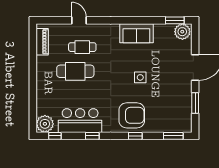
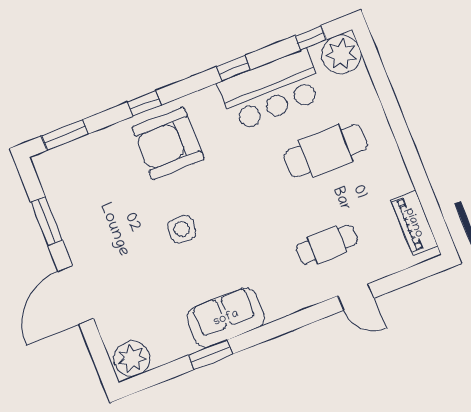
window: (175, 20) -> (210, 355), moved
cafe table: (75, 71) -> (326, 151), moved

